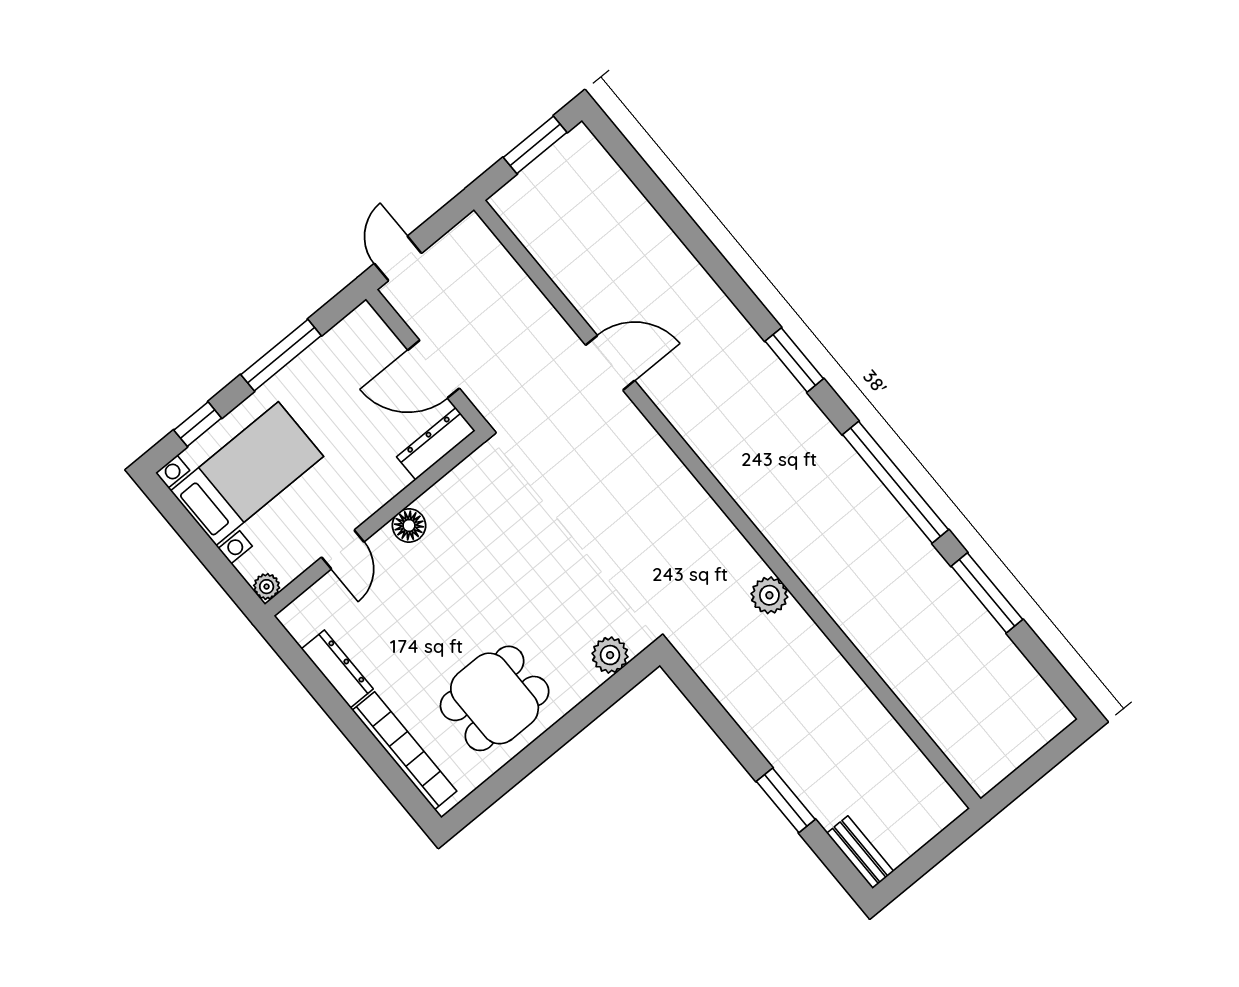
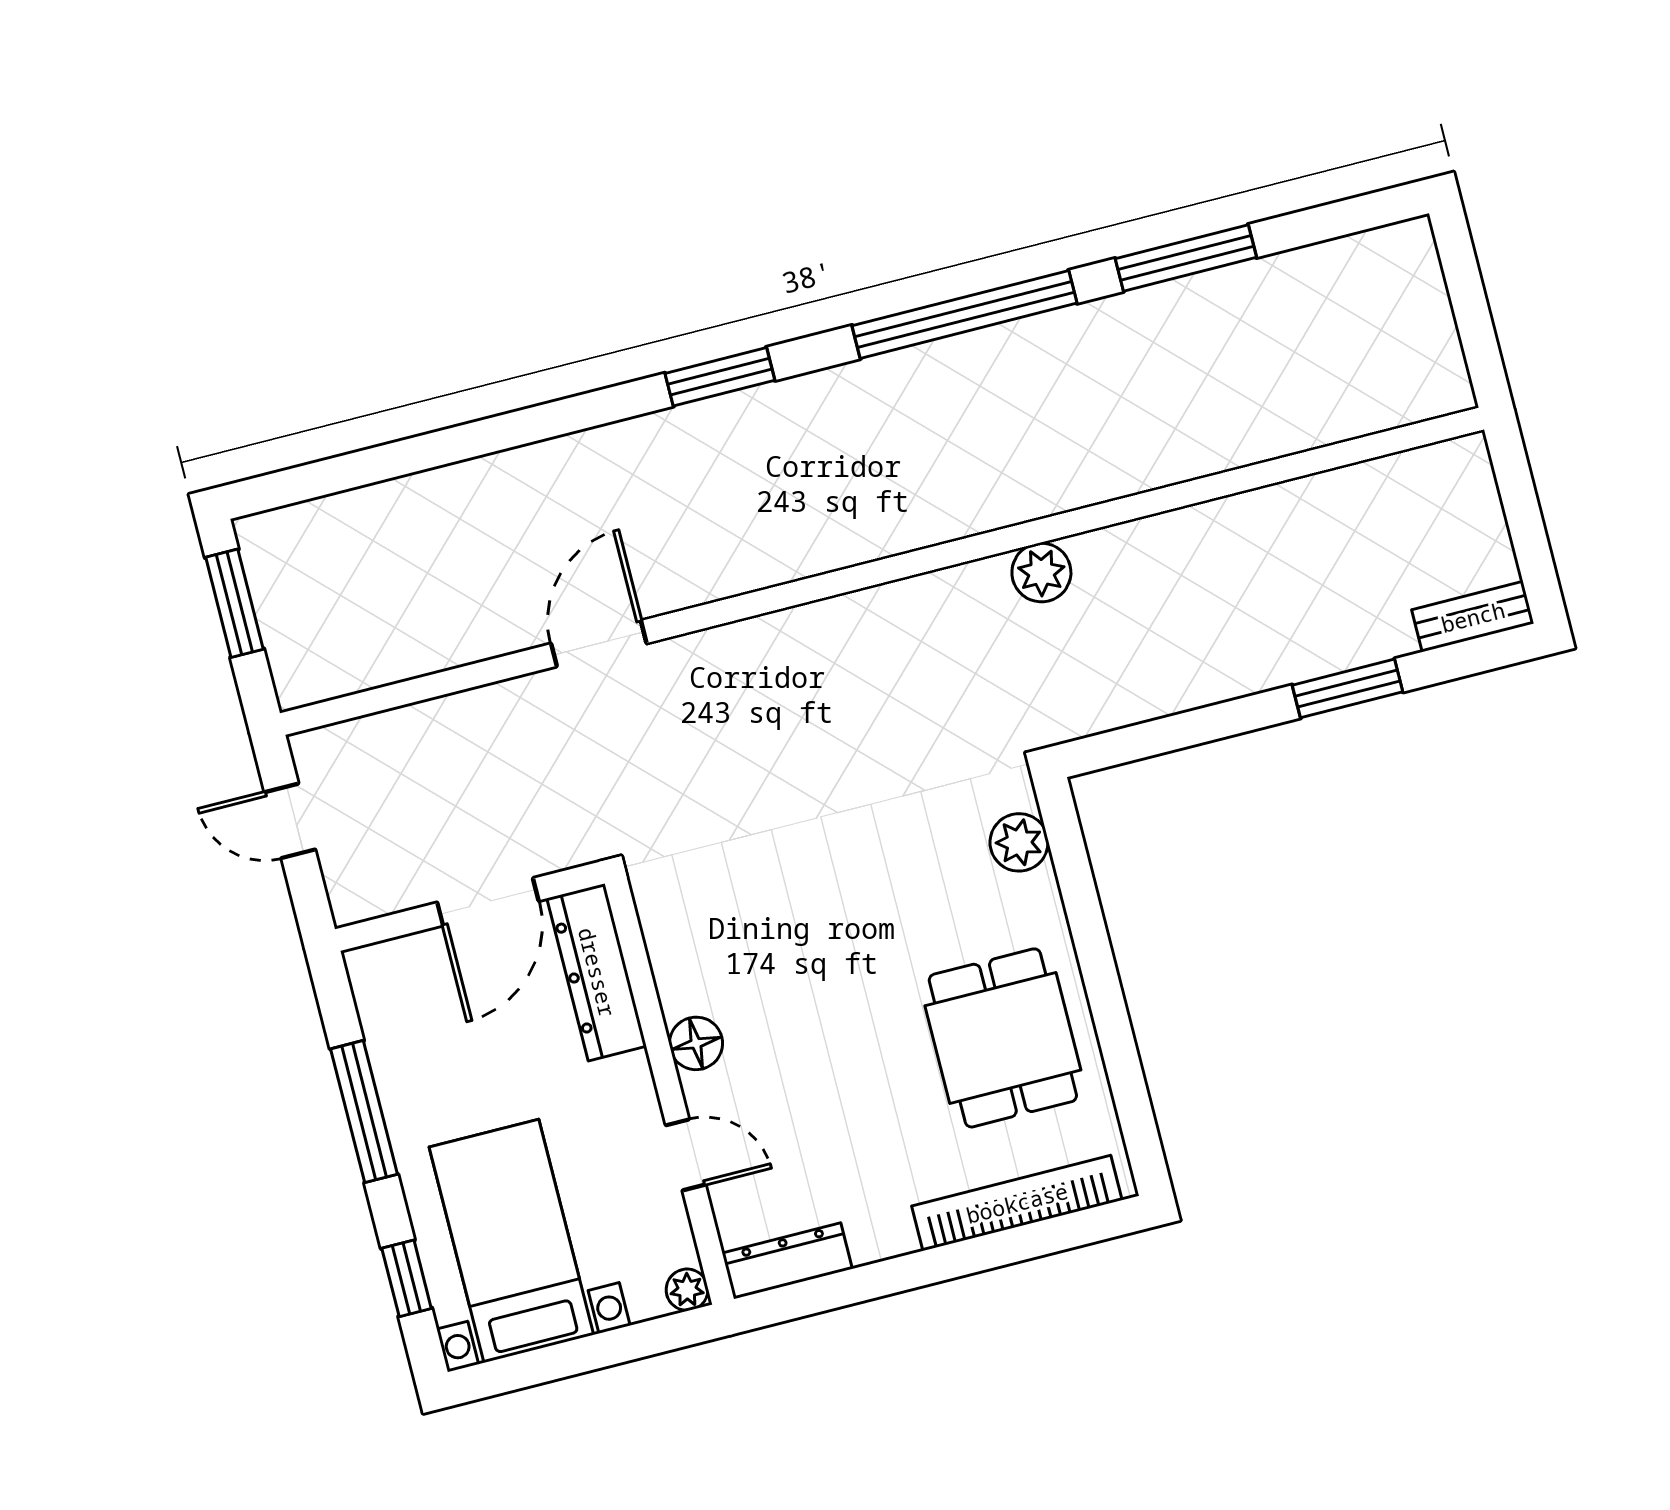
door: (398, 258) -> (290, 821), moved
dresser: (436, 444) -> (597, 972), width x1.37, depth x1.24
dresser: (337, 669) -> (787, 1261), moved

